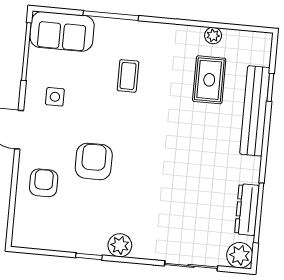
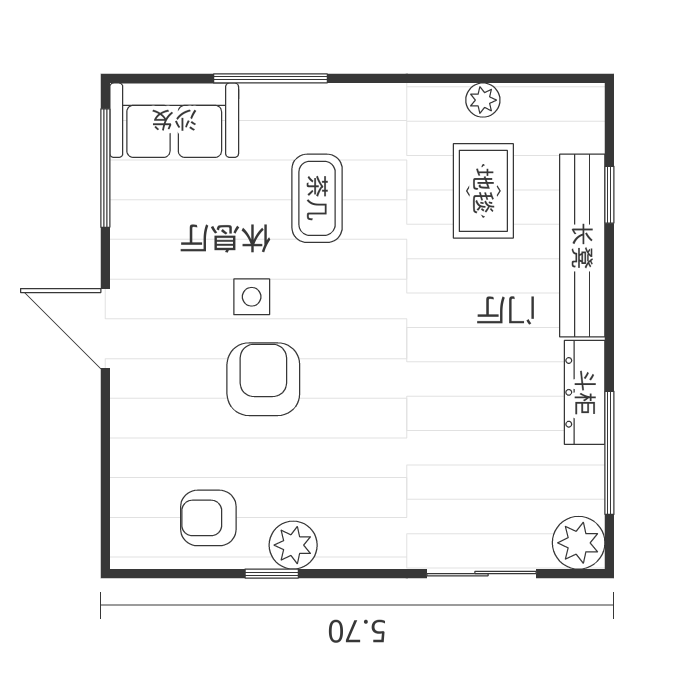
coffee table: (128, 76) -> (317, 198), width x1.36, depth x1.30
side table: (55, 97) -> (252, 297), moved
armchair: (44, 183) -> (208, 518), moved, turned -90
dresser: (247, 210) -> (585, 392), moved
plant: (120, 245) -> (293, 545), moved

